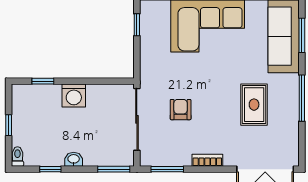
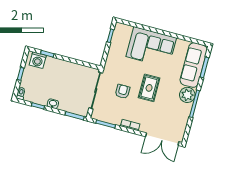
plant: (286, 87) -> (187, 95), added
washing machine: (74, 96) -> (38, 60), moved
rug: (254, 105) -> (149, 88), moved

